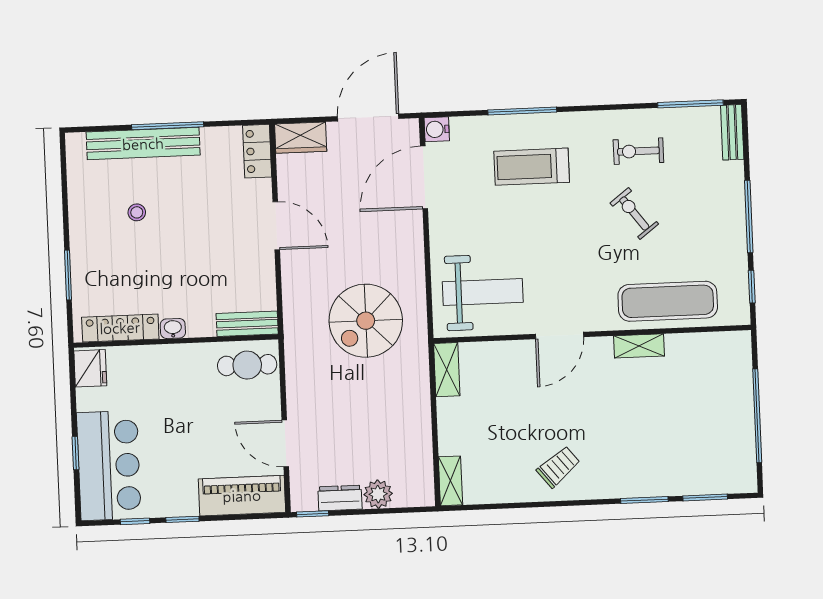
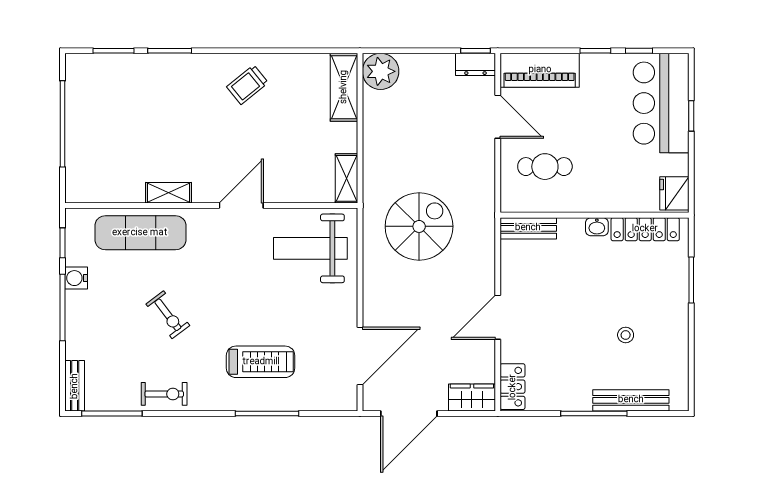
water cooler: (437, 129) -> (76, 278), moved, turned 180
bench: (143, 144) -> (631, 400), width x0.73, depth x0.82
exercise bike: (638, 151) -> (164, 394), moved
door: (276, 226) -> (498, 317), hinge flipped
cafe table: (247, 365) -> (545, 167), moved
shelving: (450, 481) -> (344, 87), width x1.50, depth x1.33
plant: (378, 494) -> (381, 71), moved, width x1.36, depth x1.36
dresser: (340, 498) -> (475, 64), moved

